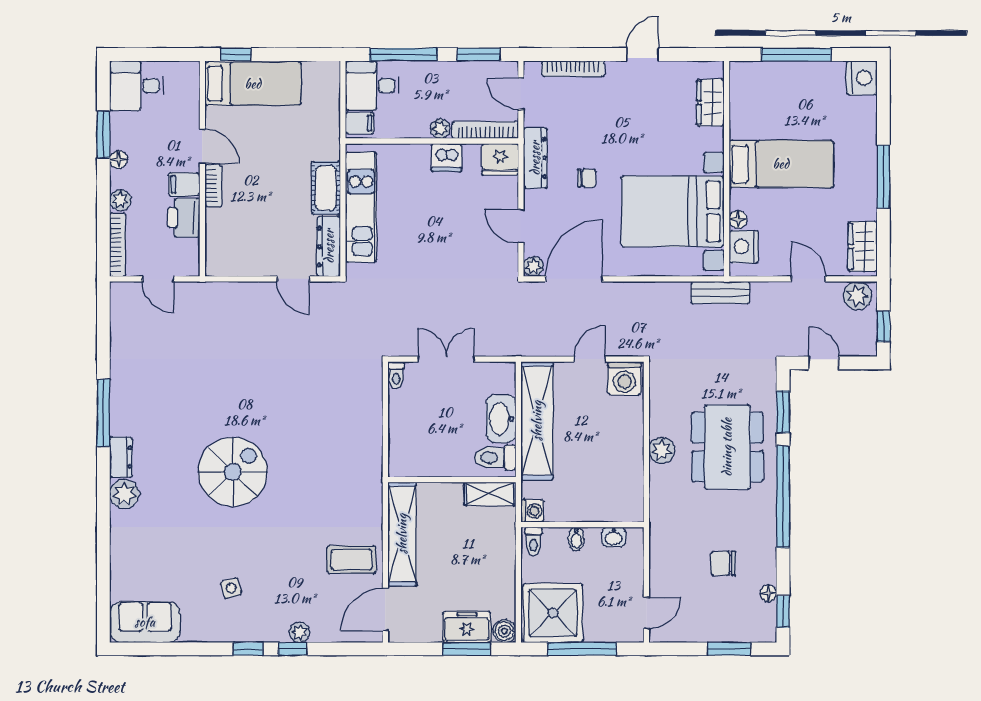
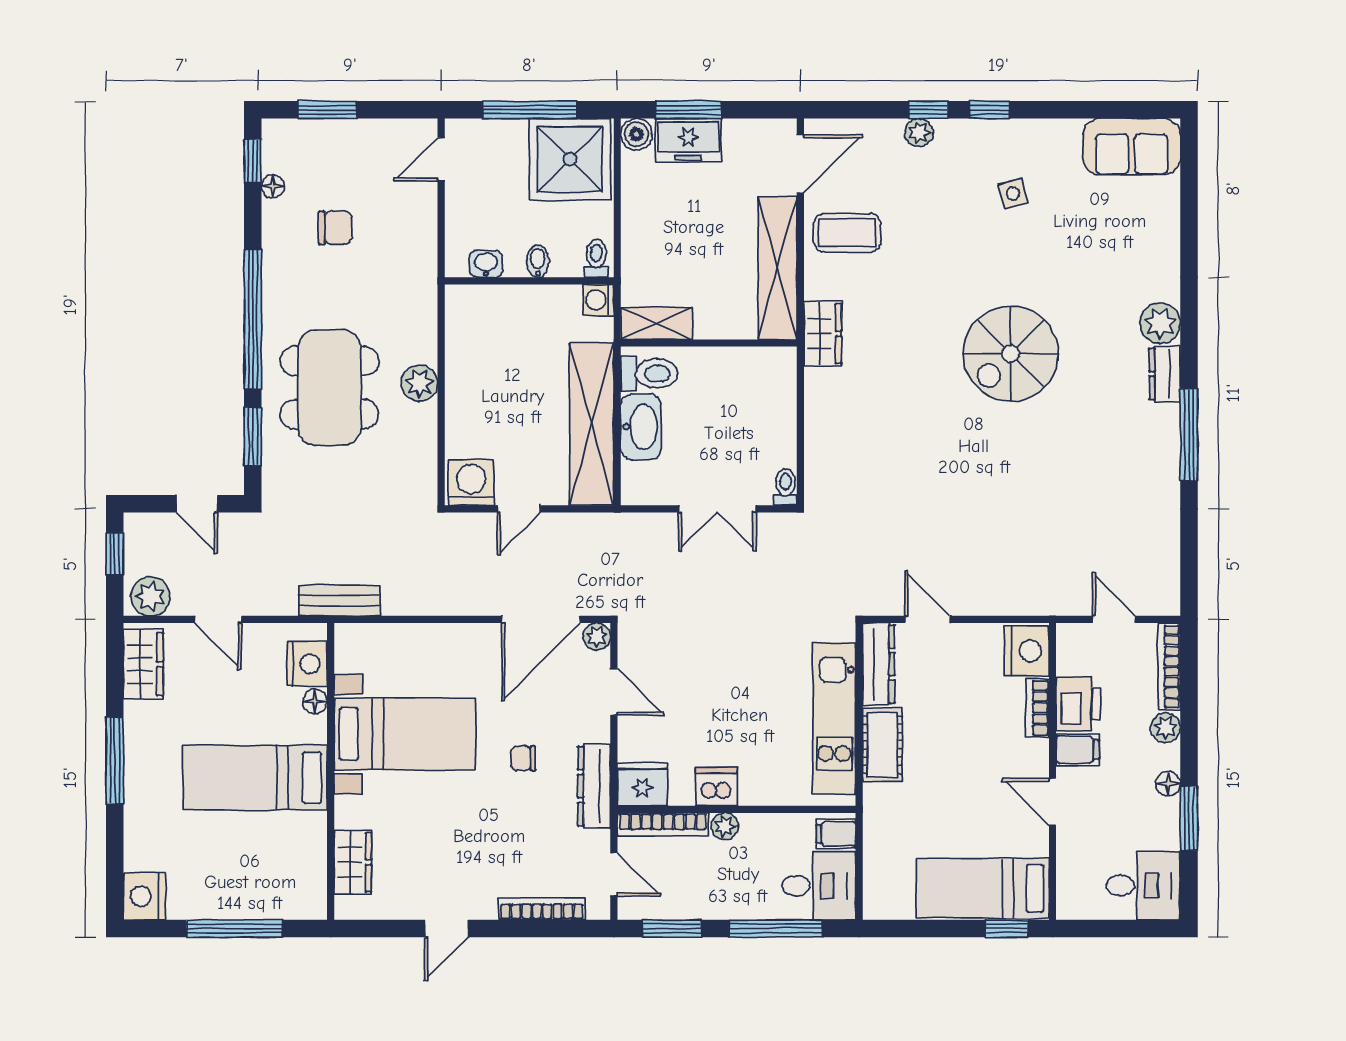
bookcase: (213, 186) -> (1037, 708), moved
bed with nightstands: (673, 211) -> (405, 734), width x0.73
nightstand: (221, 256) -> (1027, 651), added
wardrobe: (369, 486) -> (823, 334), added

